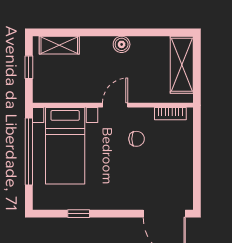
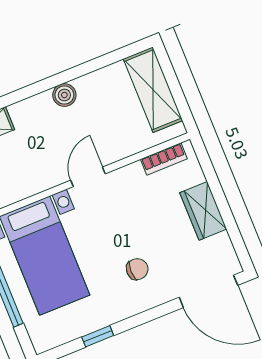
chair: (137, 139) -> (137, 269), moved
wardrobe: (182, 159) -> (203, 211), added

